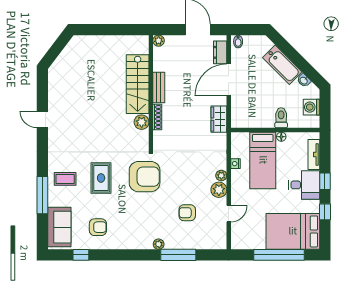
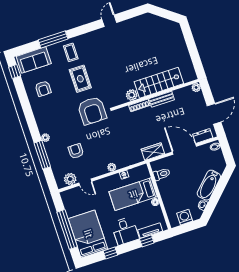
toilet: (281, 118) -> (162, 174), moved
rug: (101, 178) -> (80, 79), turned 90
window: (325, 181) -> (147, 241), moved
plant: (219, 190) -> (70, 179), moved
window: (81, 255) -> (15, 72), moved

